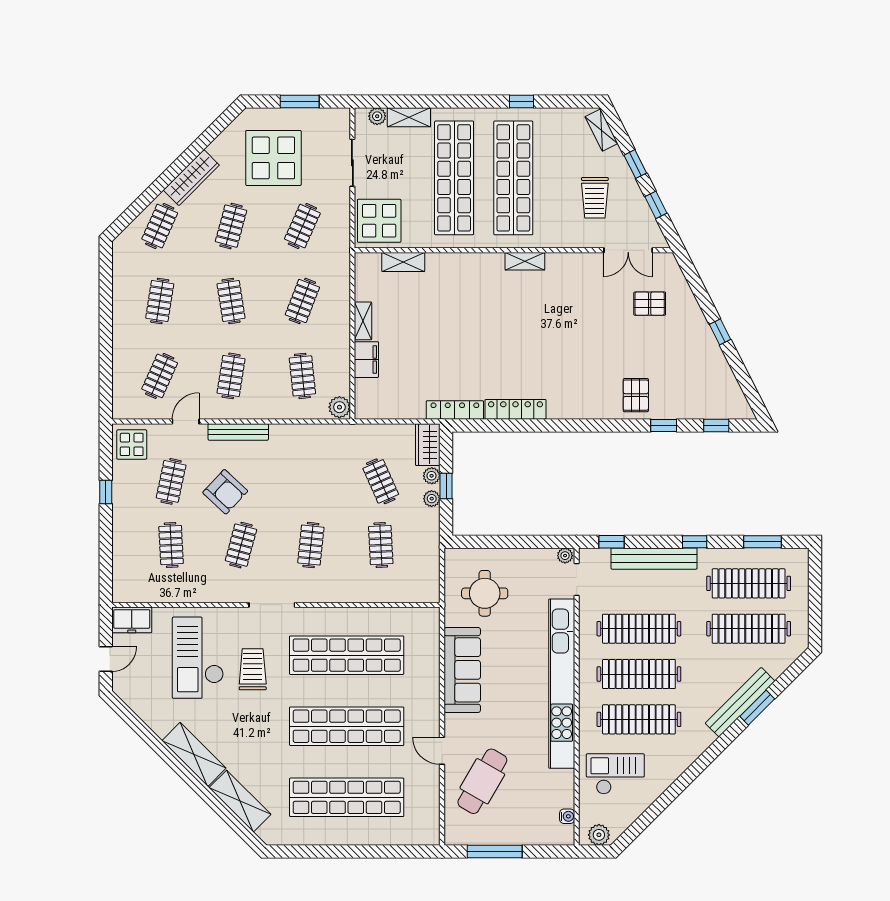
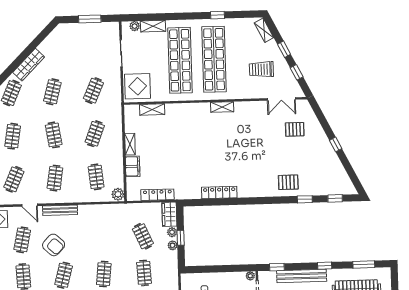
display table: (273, 158) -> (76, 52), removed
trolley: (595, 198) -> (261, 69), turned 90
pallet: (636, 395) -> (288, 182), turned 90
locker: (455, 410) -> (157, 195), moved
door: (186, 421) -> (30, 205), swing flipped

